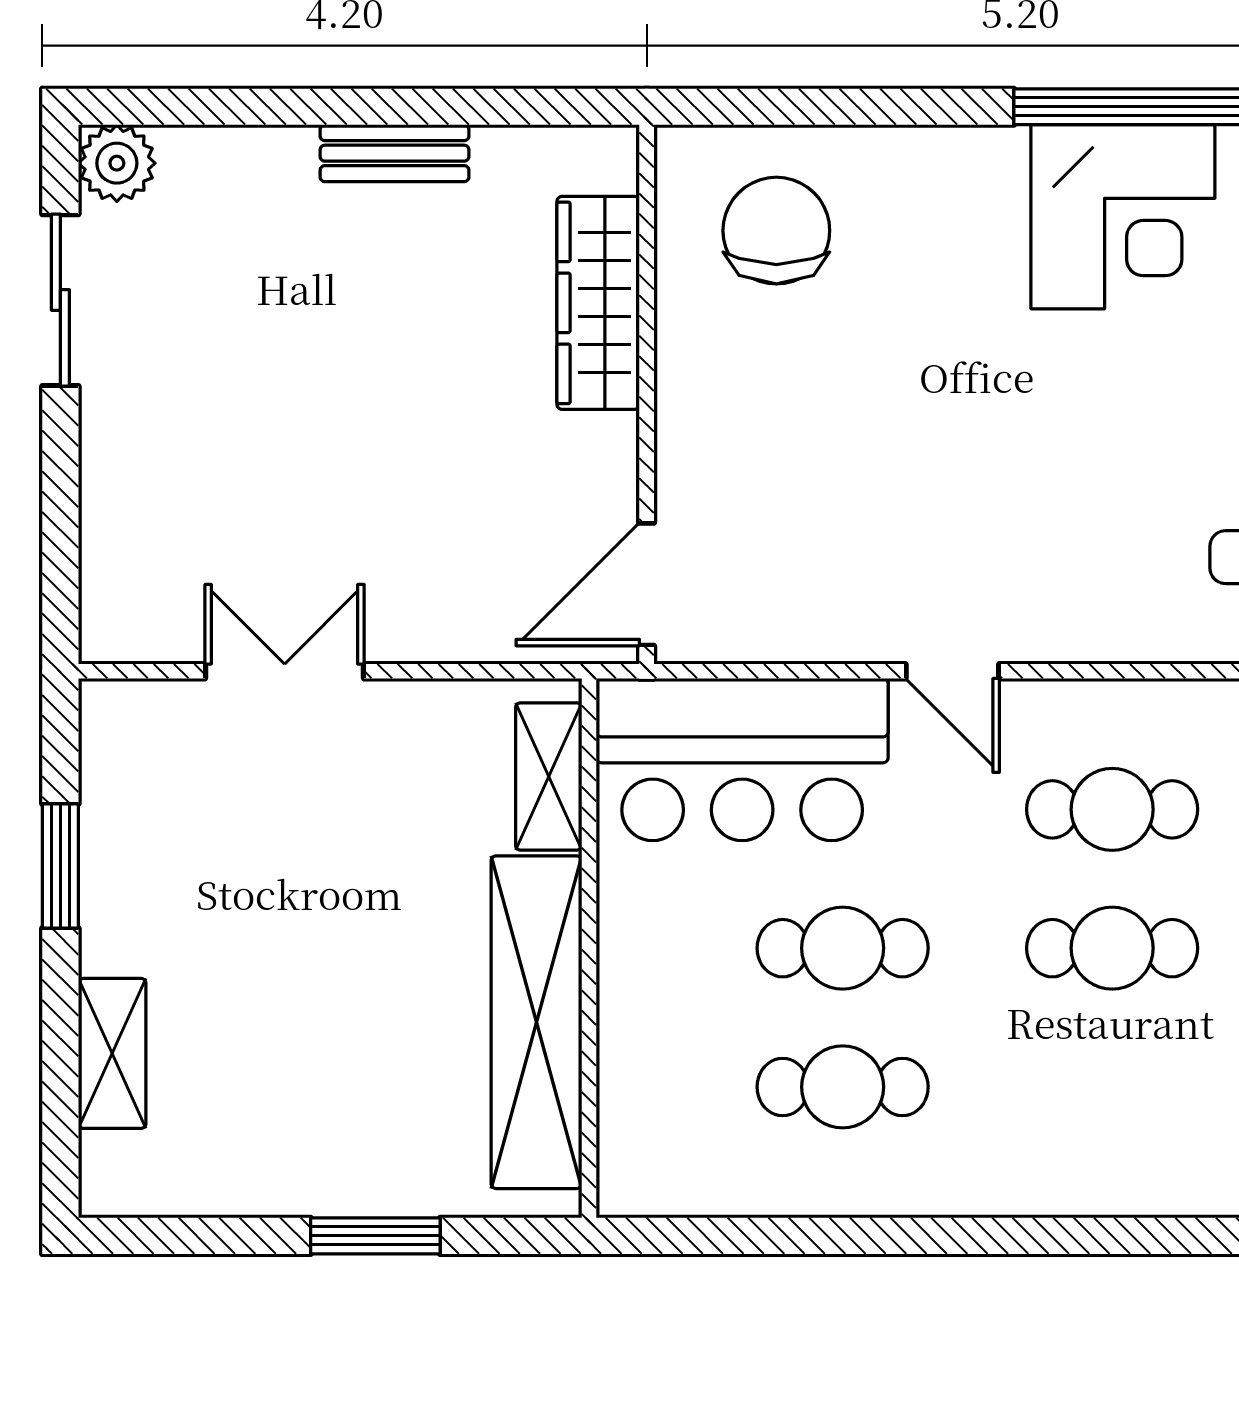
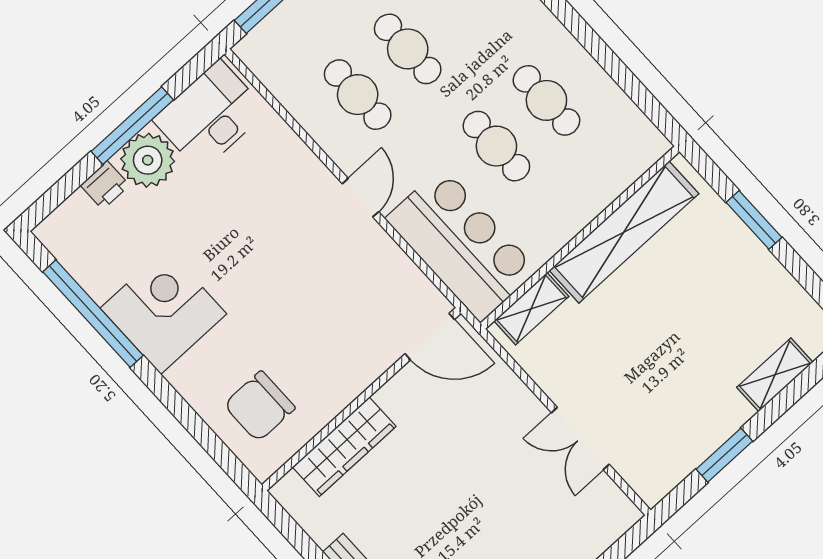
corner desk: (1123, 217) -> (163, 311), moved

